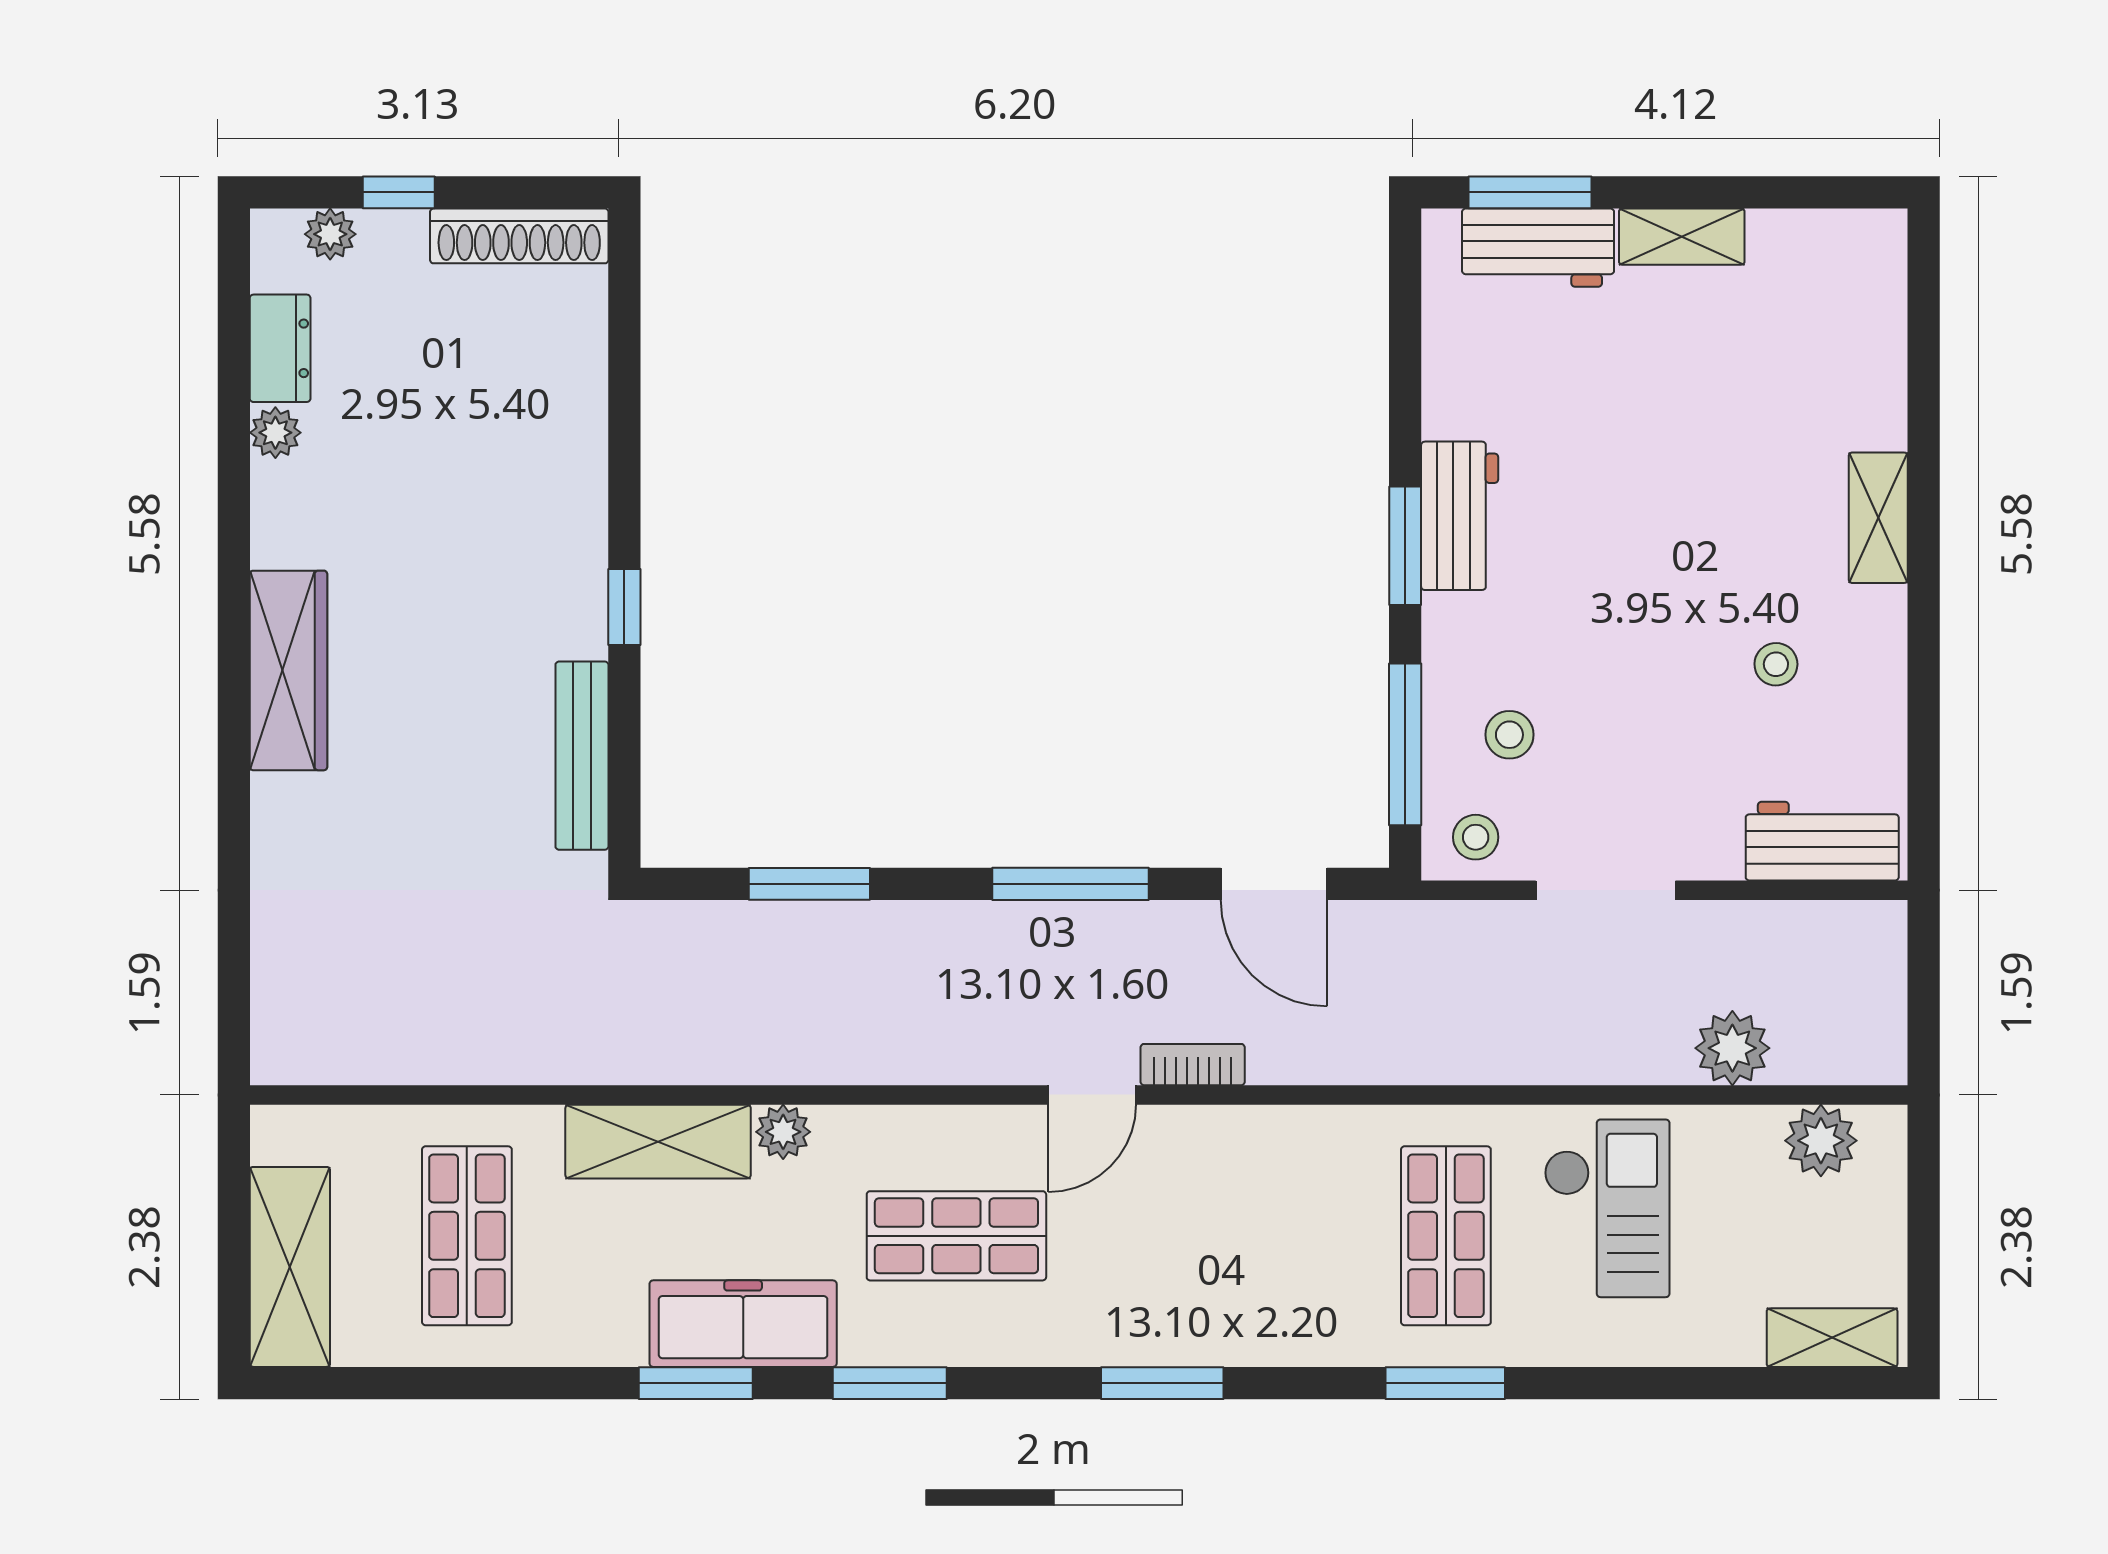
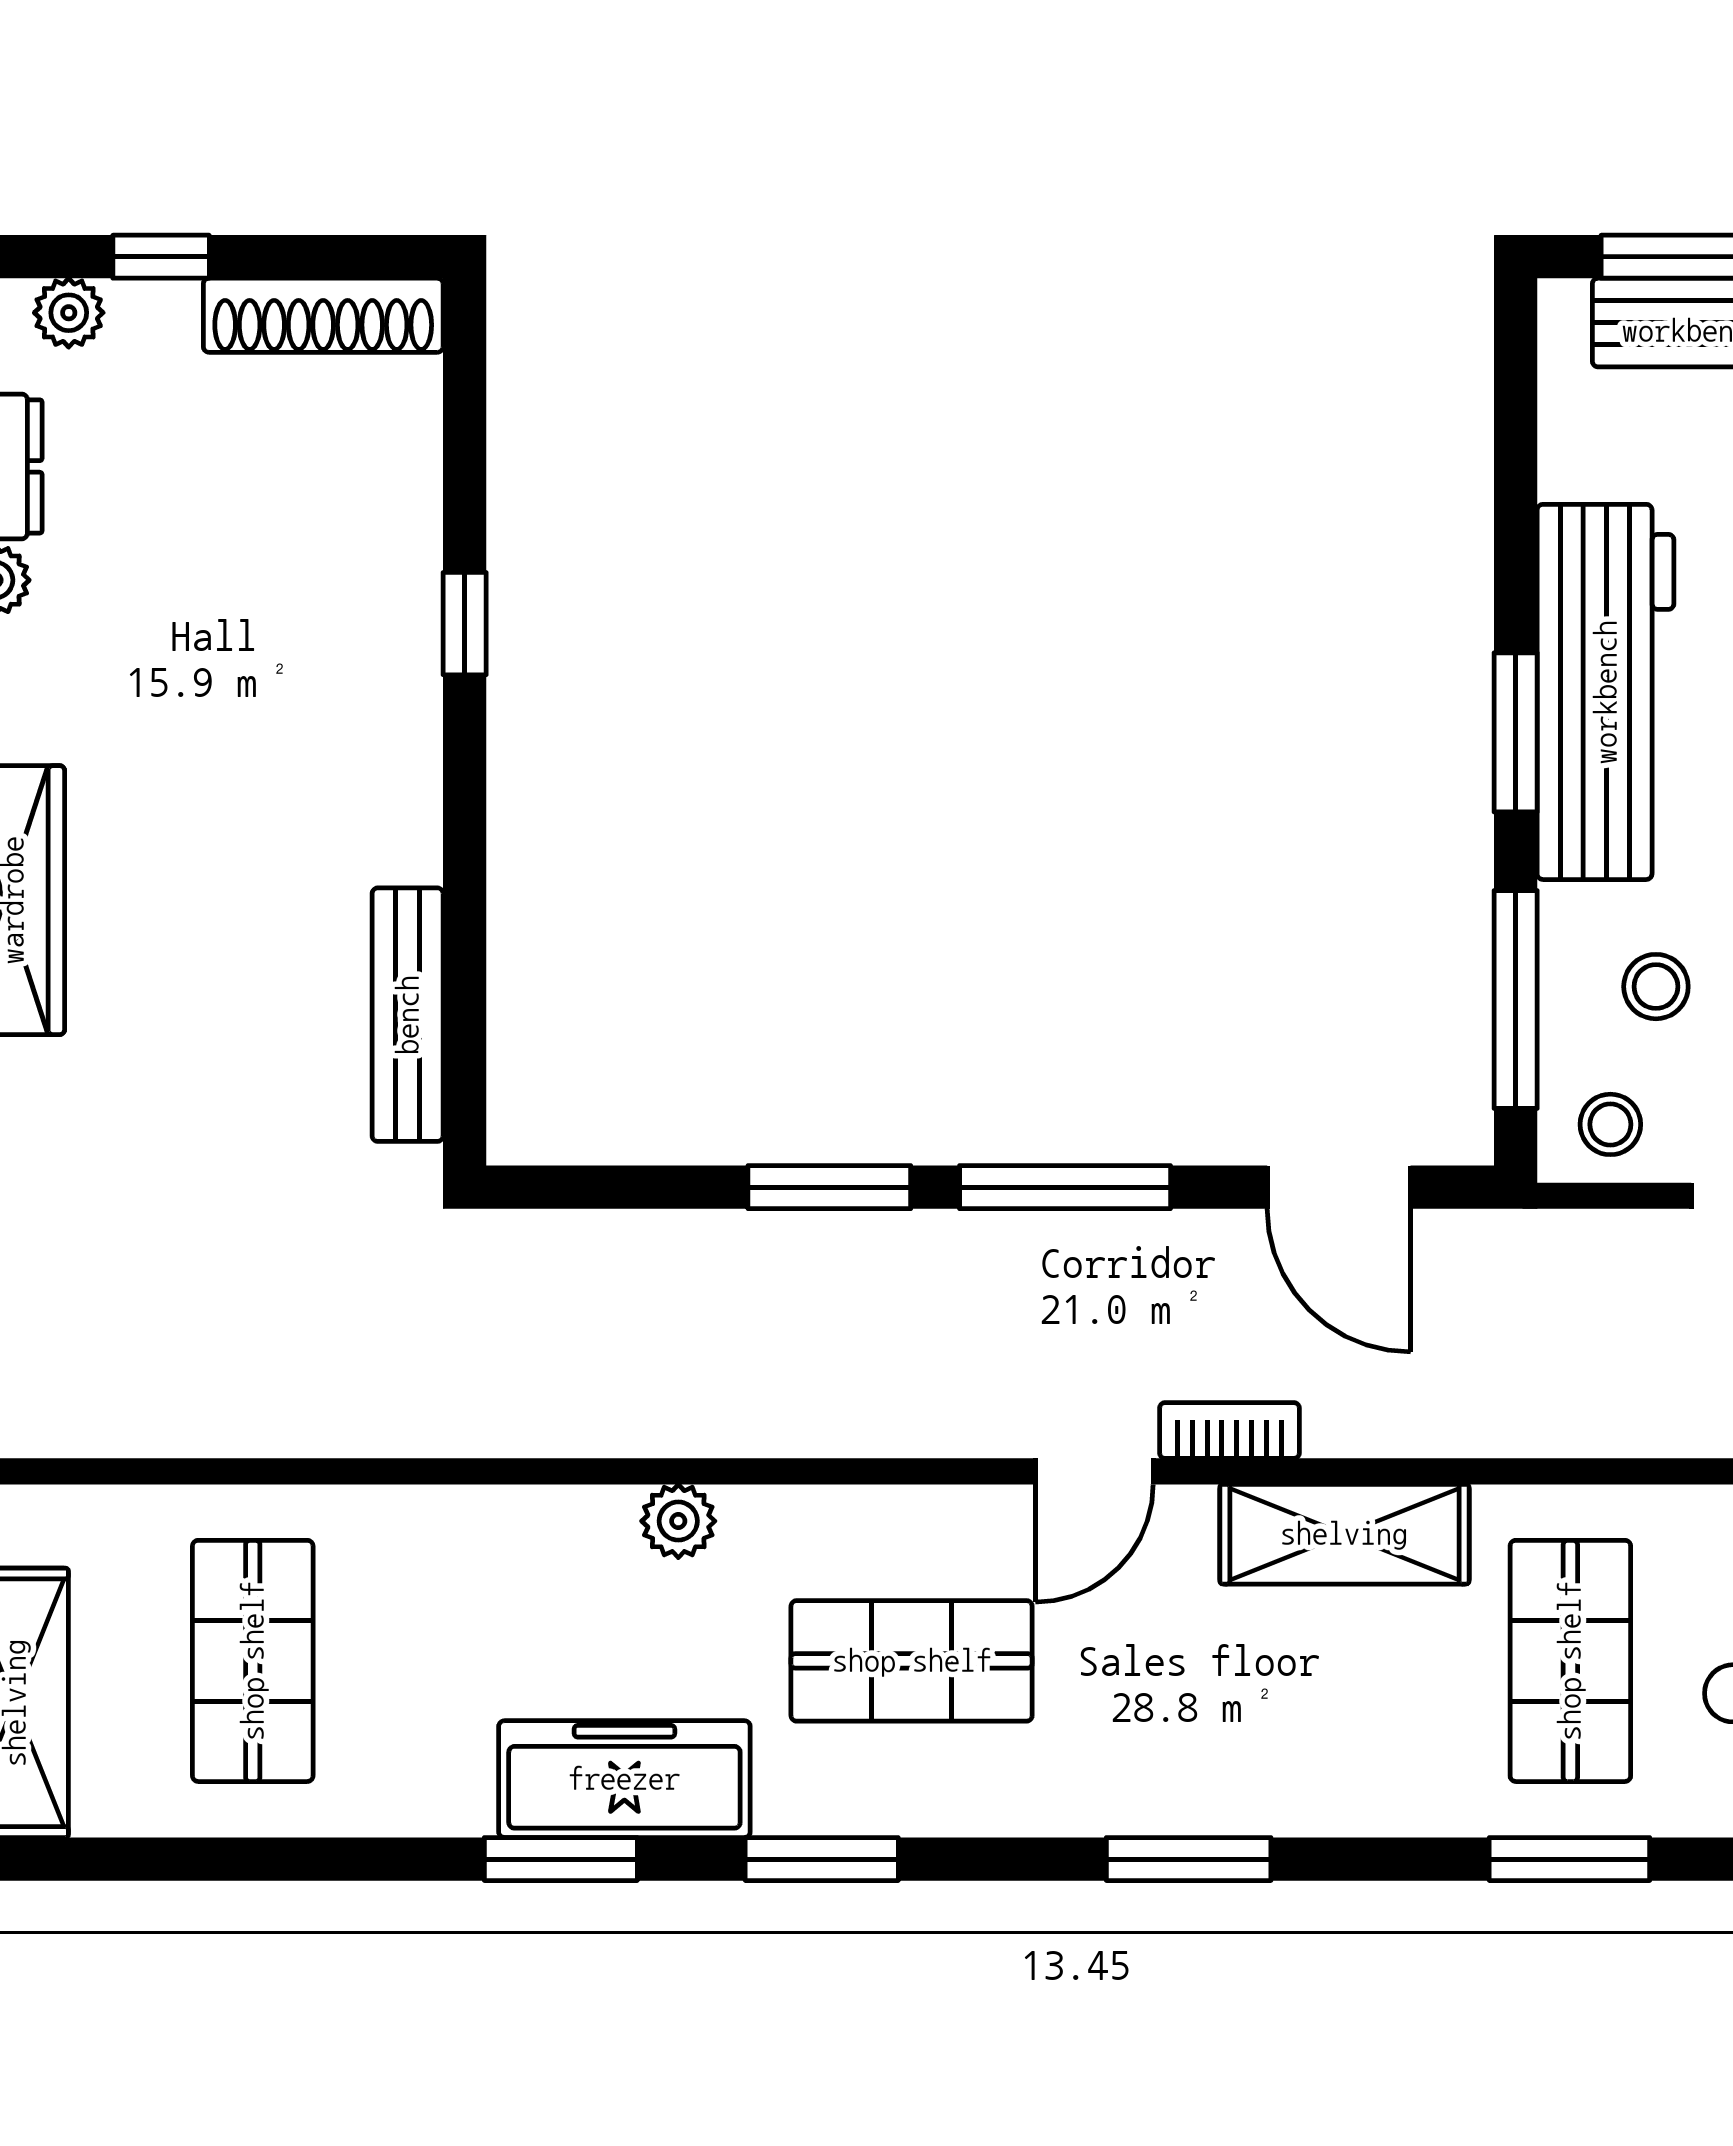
workbench: (1460, 516) -> (1606, 692), width x1.88, depth x1.32
window: (624, 607) -> (465, 624), moved
window: (809, 884) -> (829, 1187), moved
shelving: (658, 1142) -> (1344, 1534), moved

